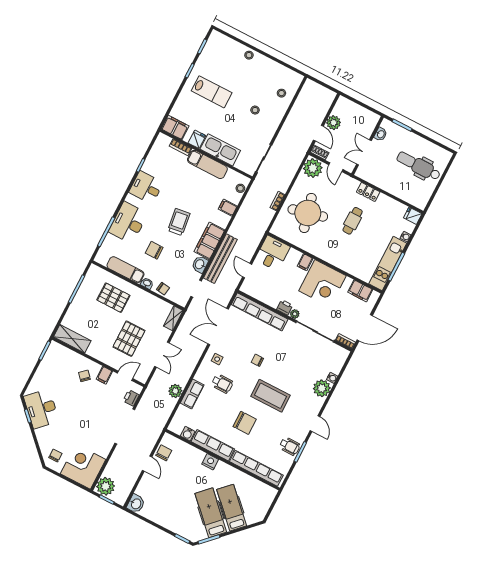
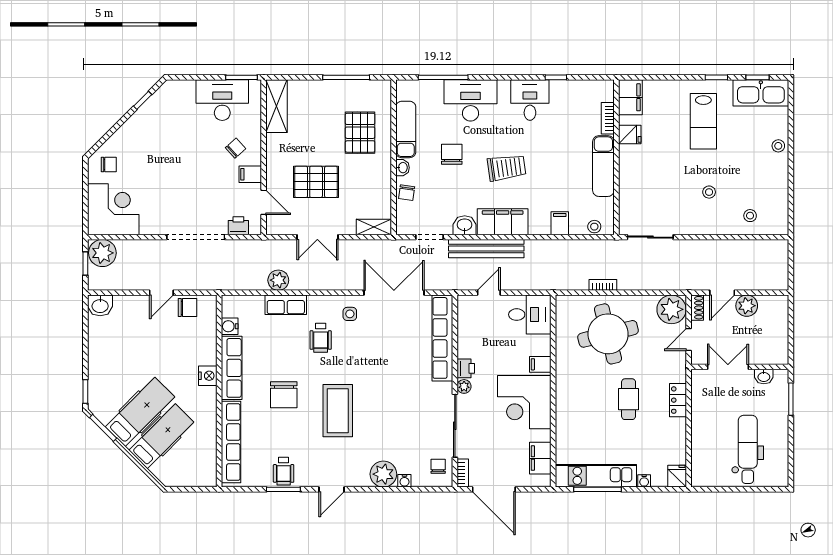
kitchen sink: (220, 150) -> (761, 93), moved, turned 90
cafe table: (353, 221) -> (629, 399), turned 90
chair: (257, 360) -> (438, 466), moved
desk: (41, 409) -> (222, 100), moved, turned 45

